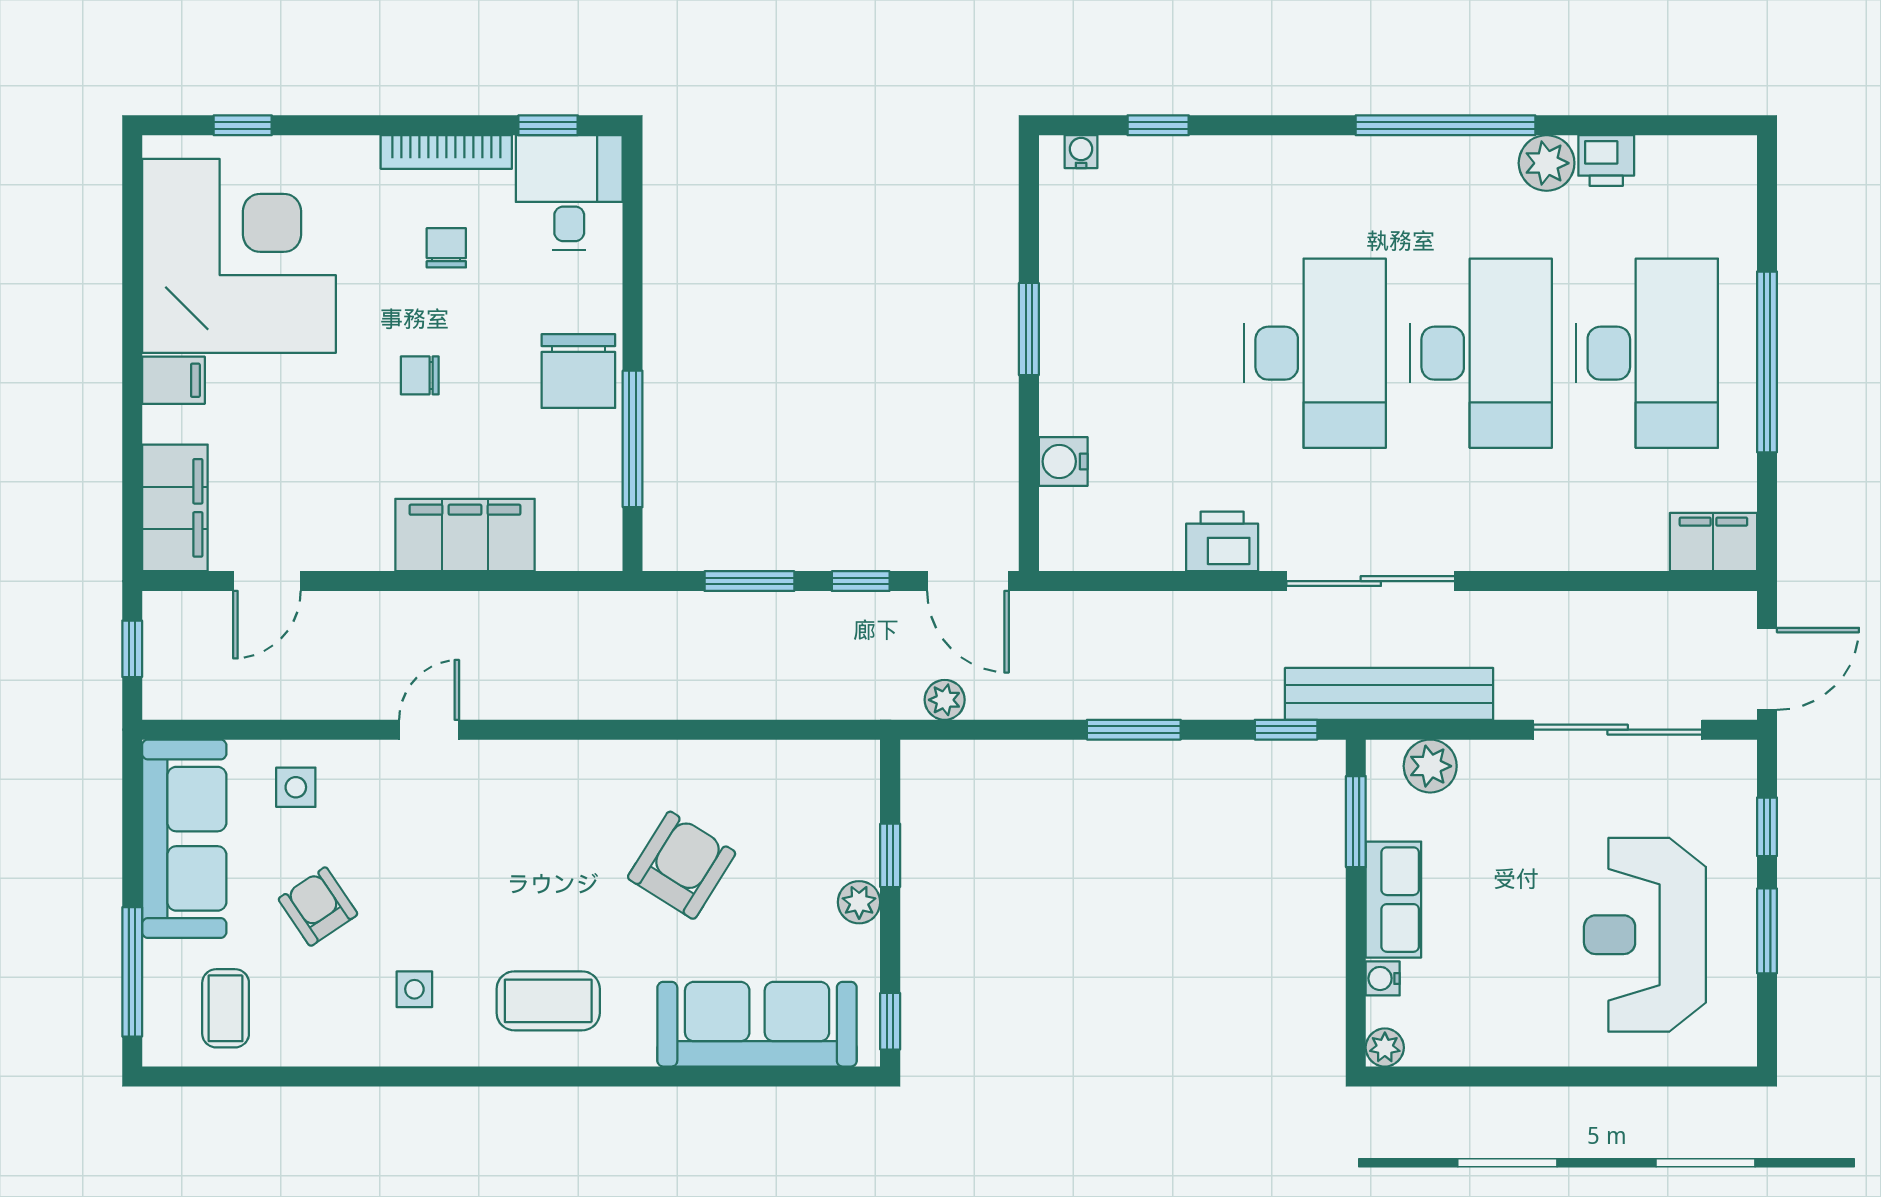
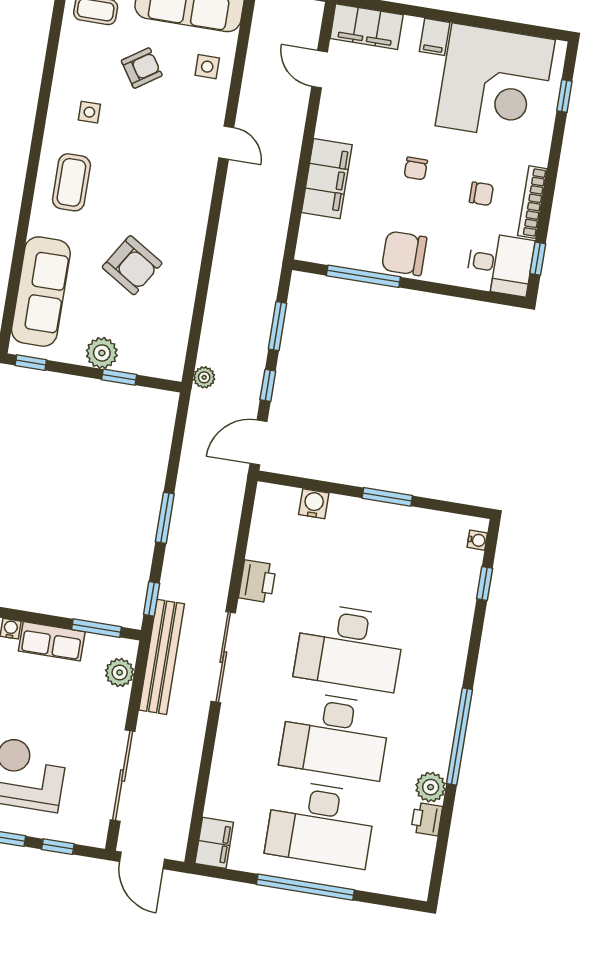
chair: (420, 375) -> (416, 168), turned 180
plant: (945, 700) -> (204, 377), moved
plant: (859, 902) -> (102, 353), width x1.38, depth x1.38

